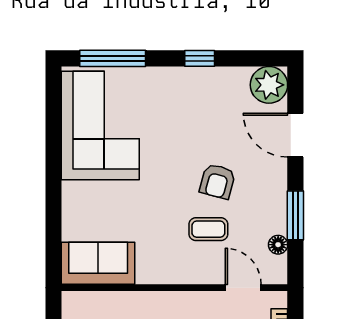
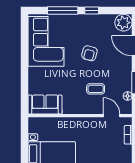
window: (113, 58) -> (63, 10), moved
armchair: (218, 181) -> (89, 53), moved

